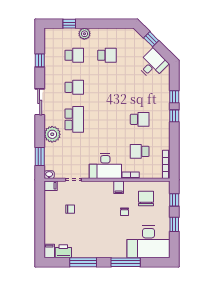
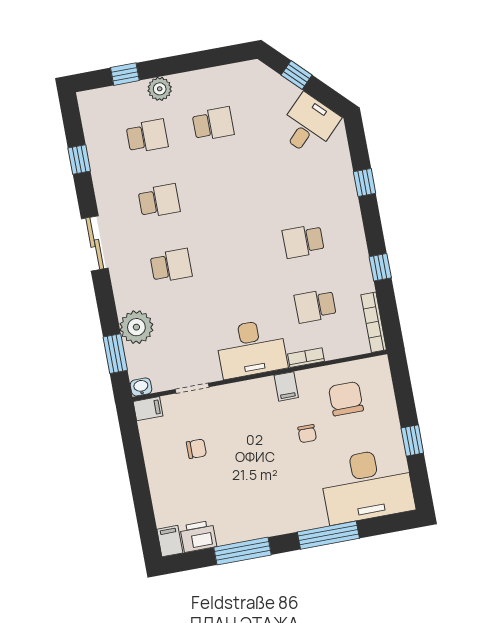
window: (174, 116) -> (380, 267), moved
school desk: (74, 119) -> (171, 266), width x0.54
school desk: (140, 119) -> (303, 241), turned 180
plant: (52, 134) -> (136, 327), moved
window: (174, 200) -> (403, 391), removed

